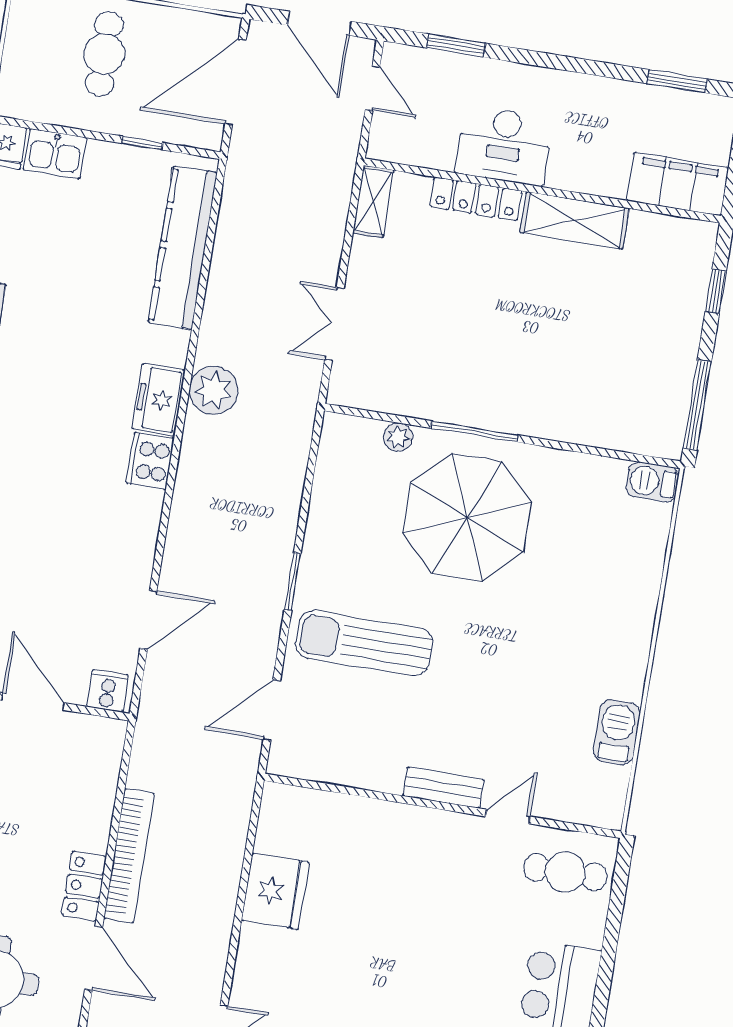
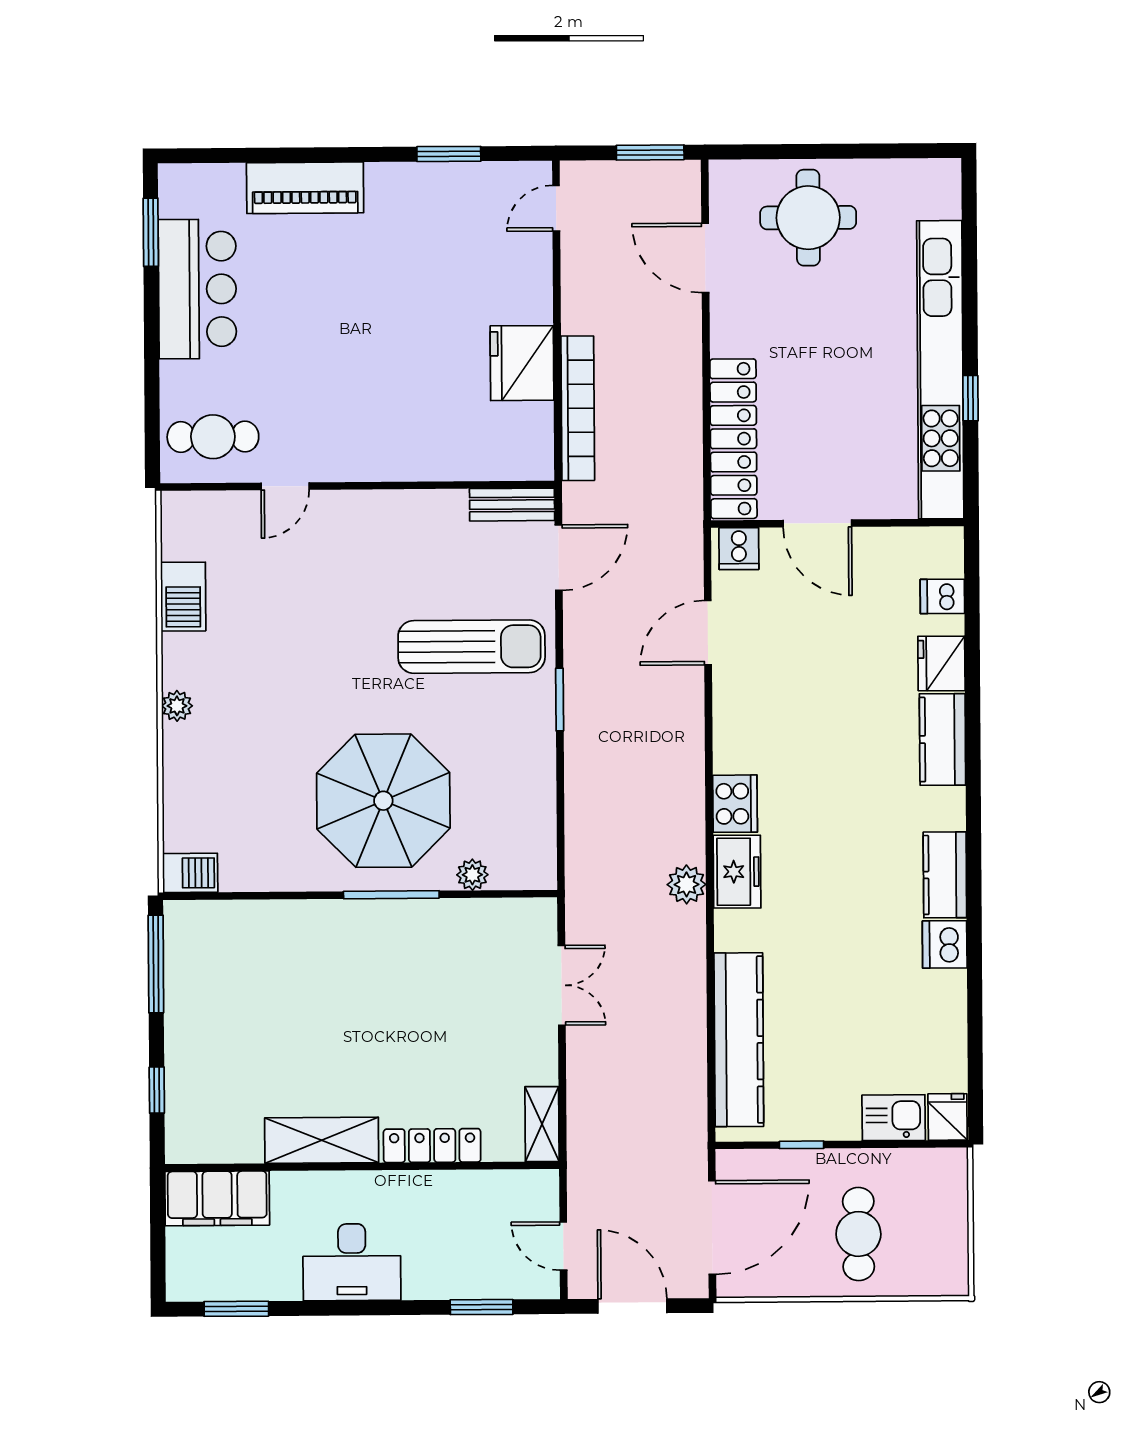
desk: (504, 145) -> (352, 1262), moved, turned 180
plant: (214, 390) -> (687, 884), width x0.73, depth x0.73
plant: (639, 635) -> (177, 706), added
bench: (443, 788) -> (512, 505), moved
bookcase: (129, 856) -> (578, 408), moved, turned 180
locker: (84, 886) -> (733, 439), moved, width x2.16, depth x1.21

